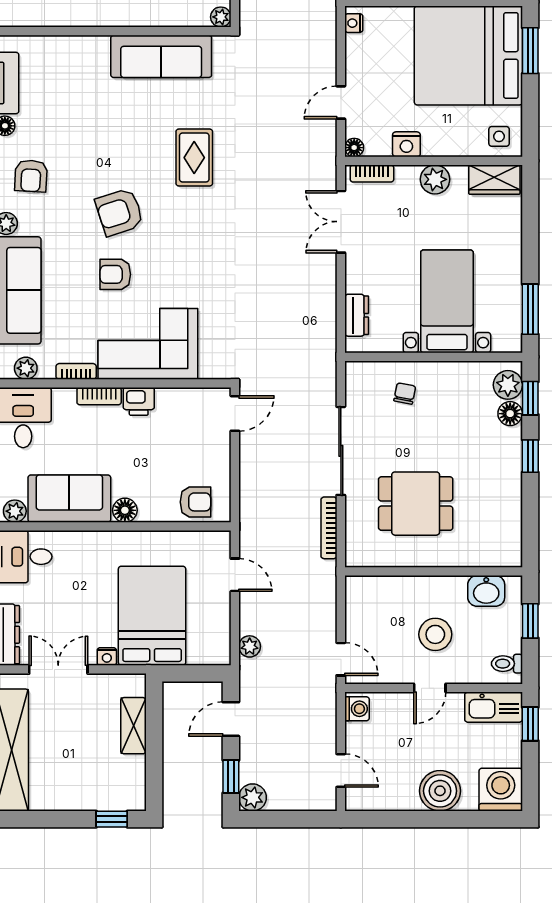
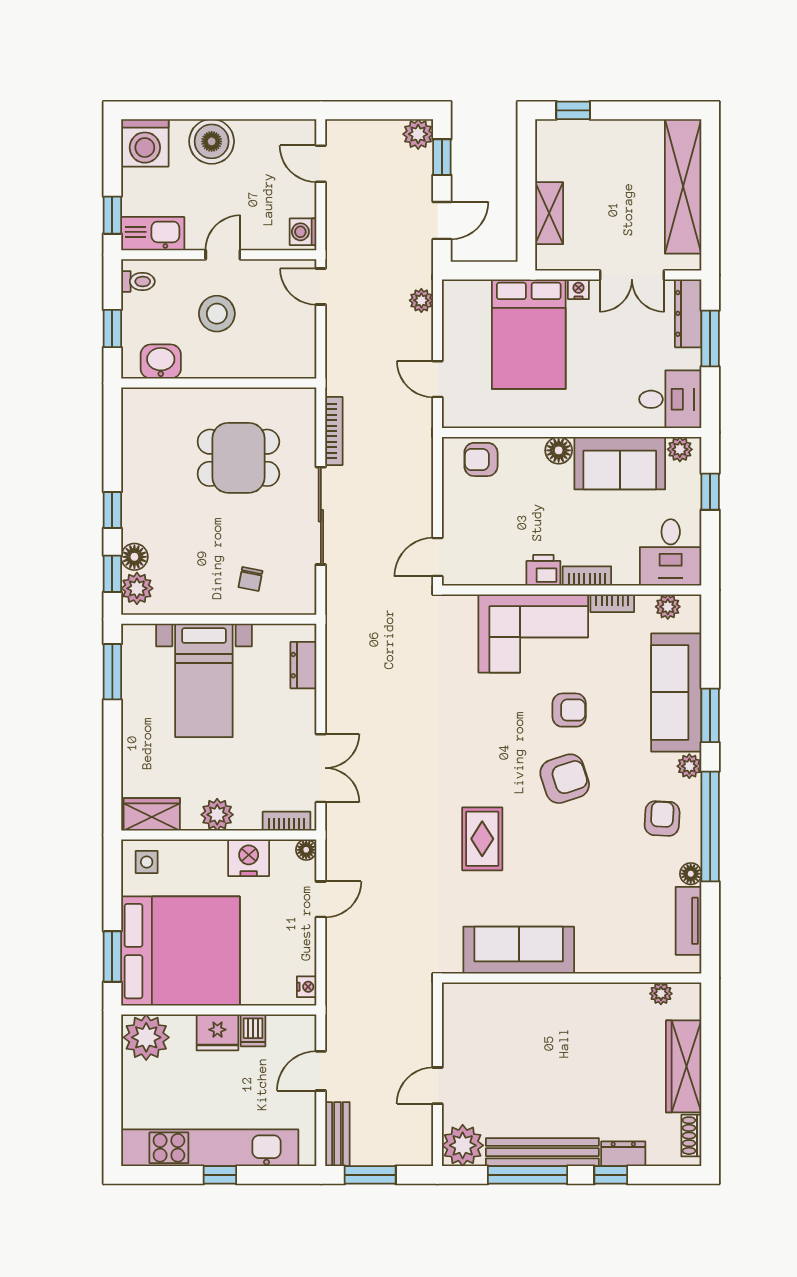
plant: (221, 17) -> (661, 994), moved
nightstand: (406, 144) -> (249, 858), width x1.36, depth x1.33

